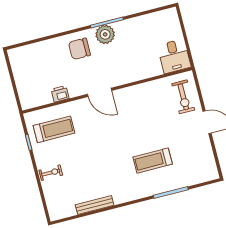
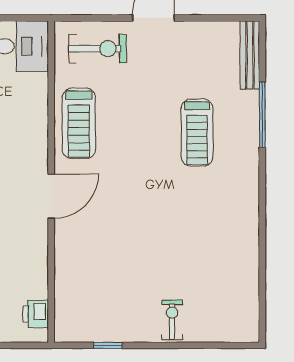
printer: (60, 94) -> (36, 314), moved
treadmill: (54, 129) -> (79, 123), moved, turned 180
bench: (95, 205) -> (250, 55), moved

